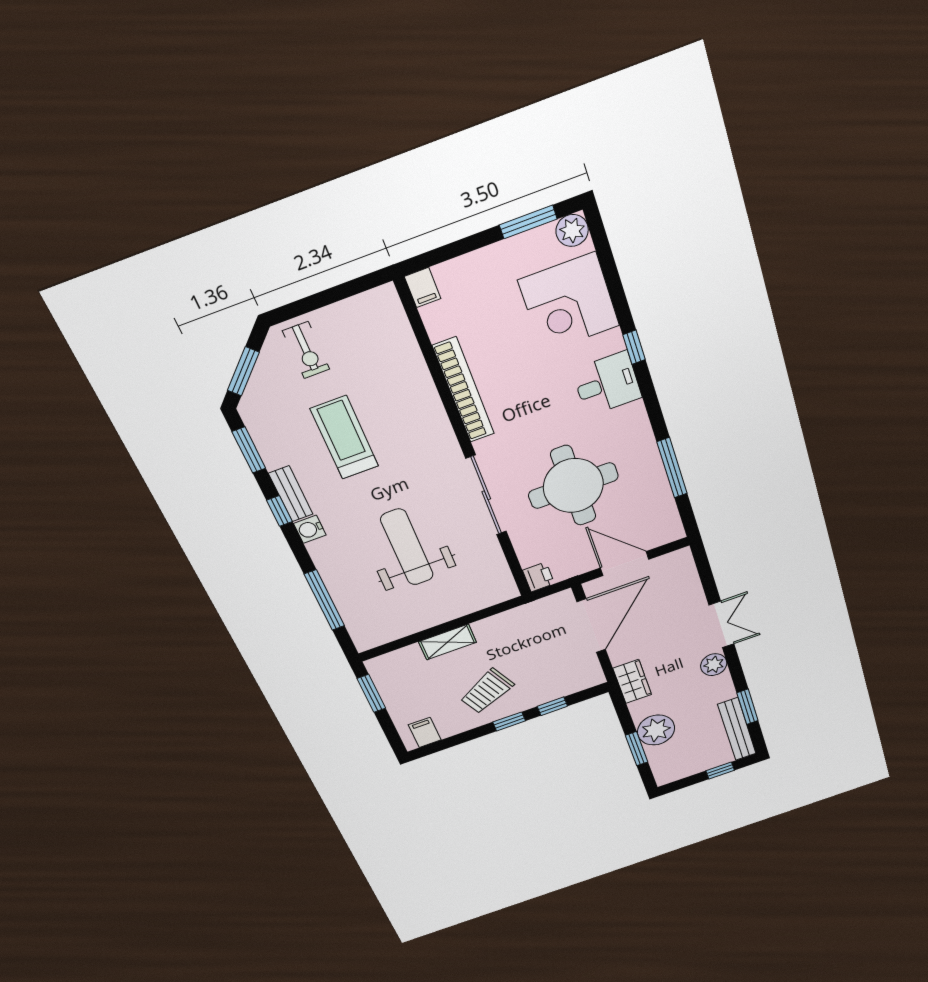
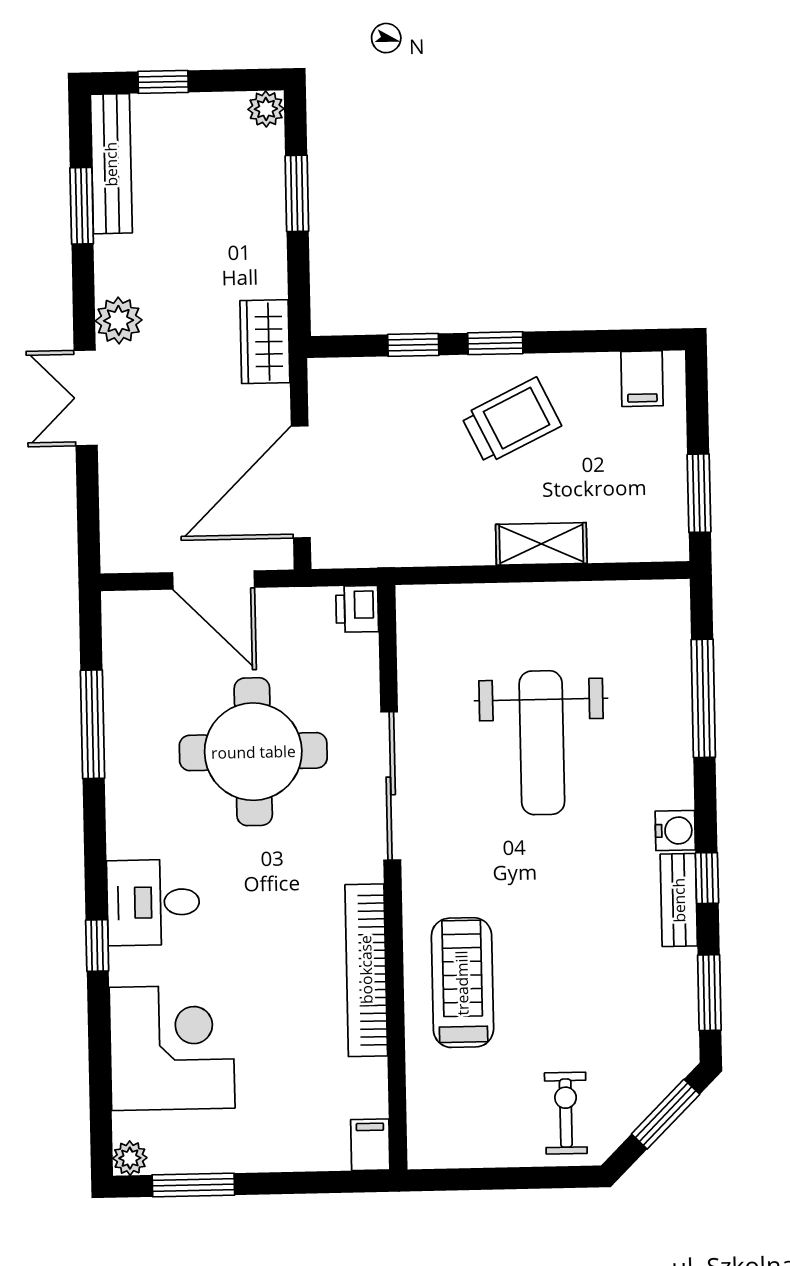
plant: (572, 230) -> (130, 1158), width x0.73, depth x0.73
treadmill: (345, 438) -> (462, 983), moved, turned 180
plant: (656, 730) -> (266, 109), moved, width x0.53, depth x0.53

